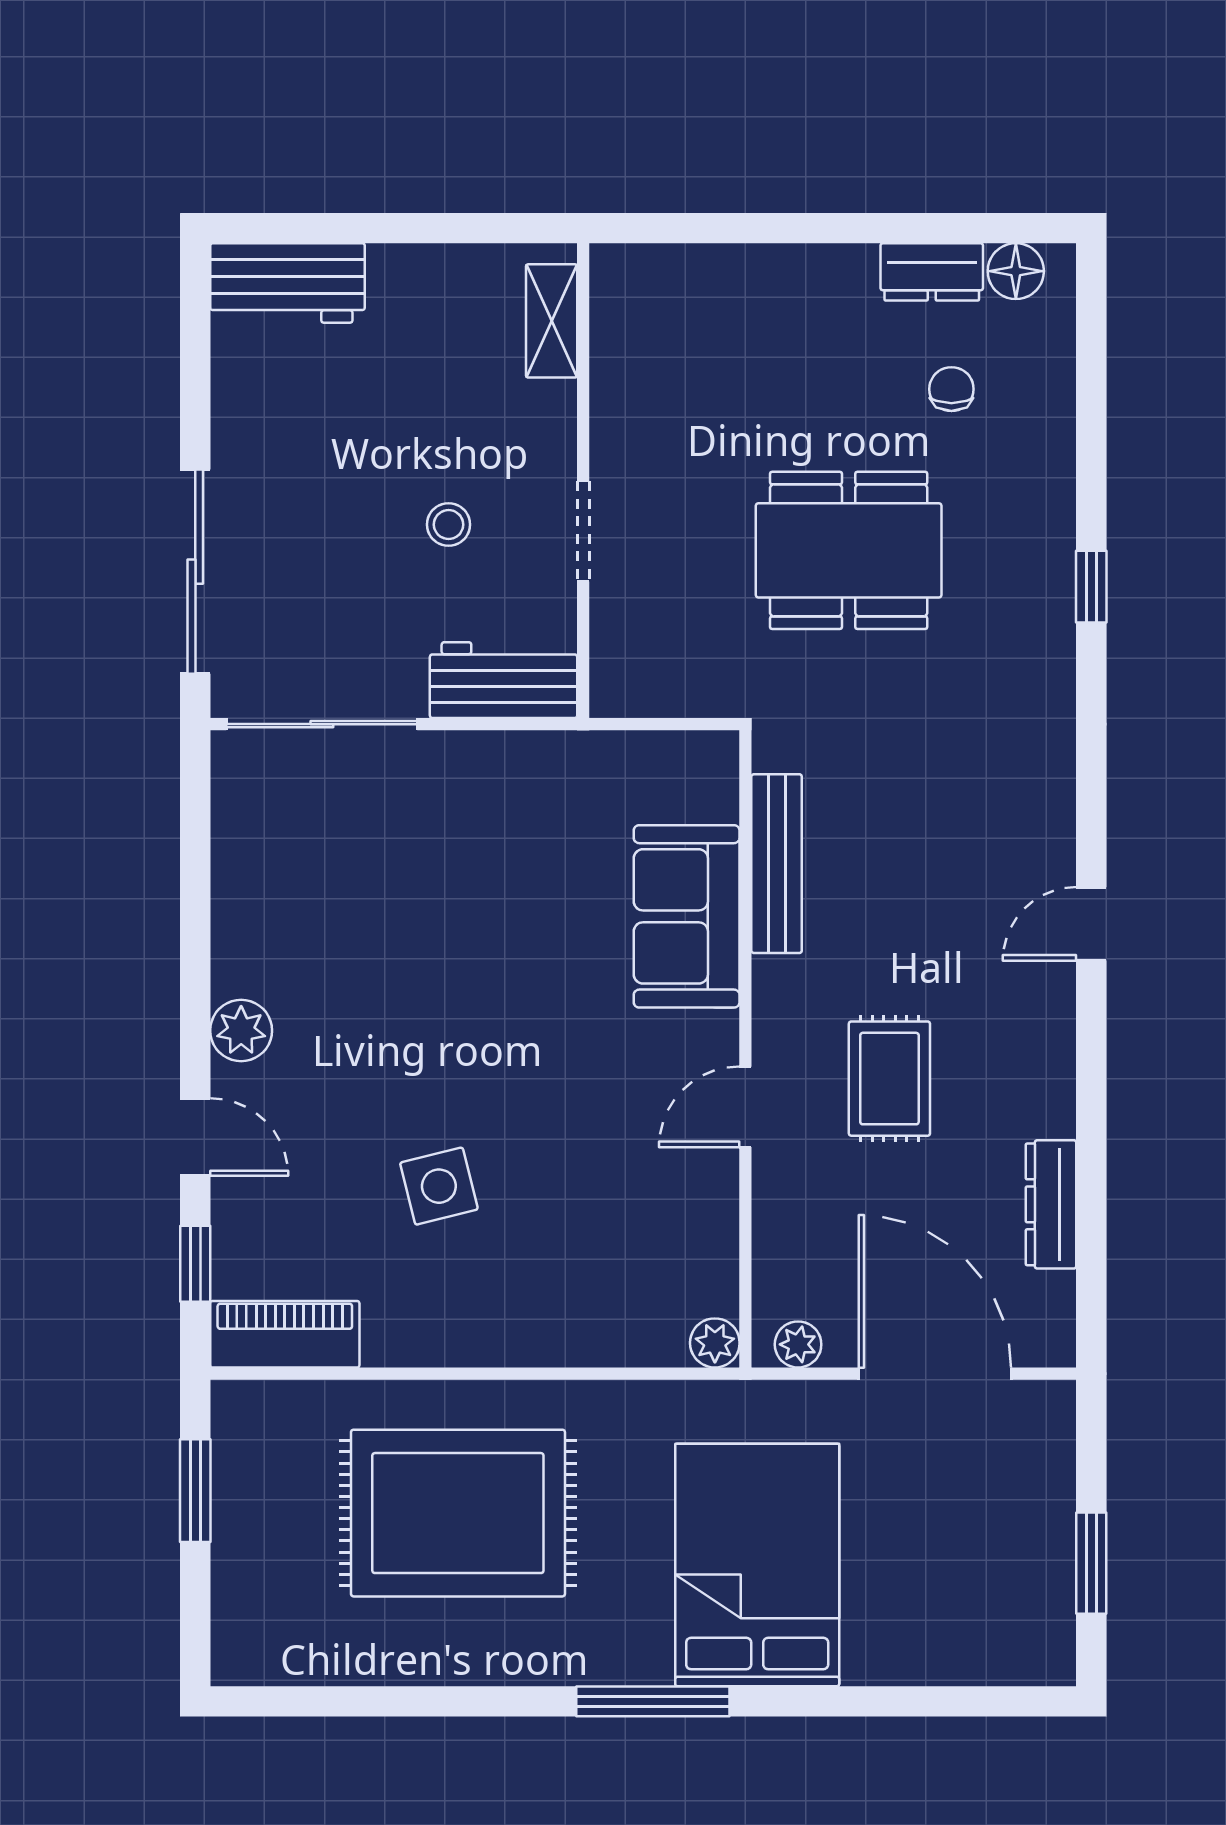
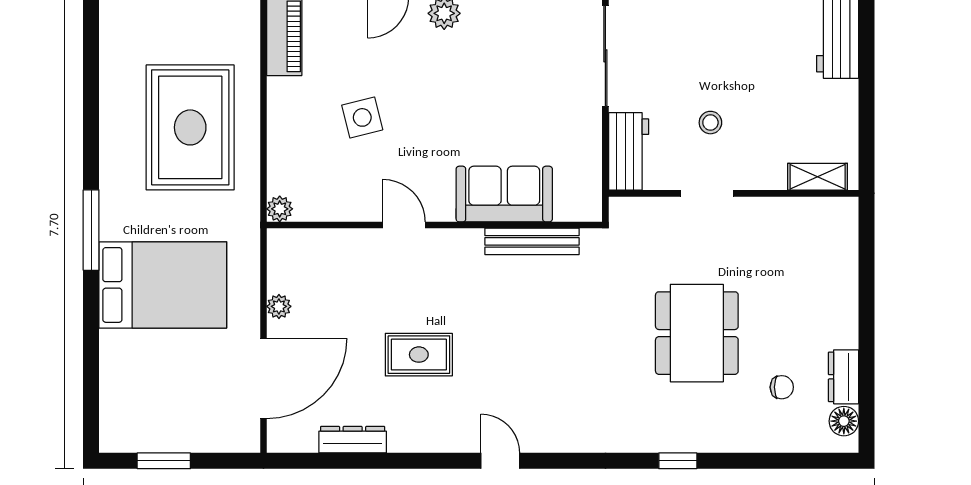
bench: (777, 864) -> (532, 241), moved
sofa: (687, 916) -> (504, 194), moved
wall: (745, 1049) -> (434, 225), moved
door: (745, 1107) -> (404, 225), moved
plant: (715, 1343) -> (280, 209), moved

